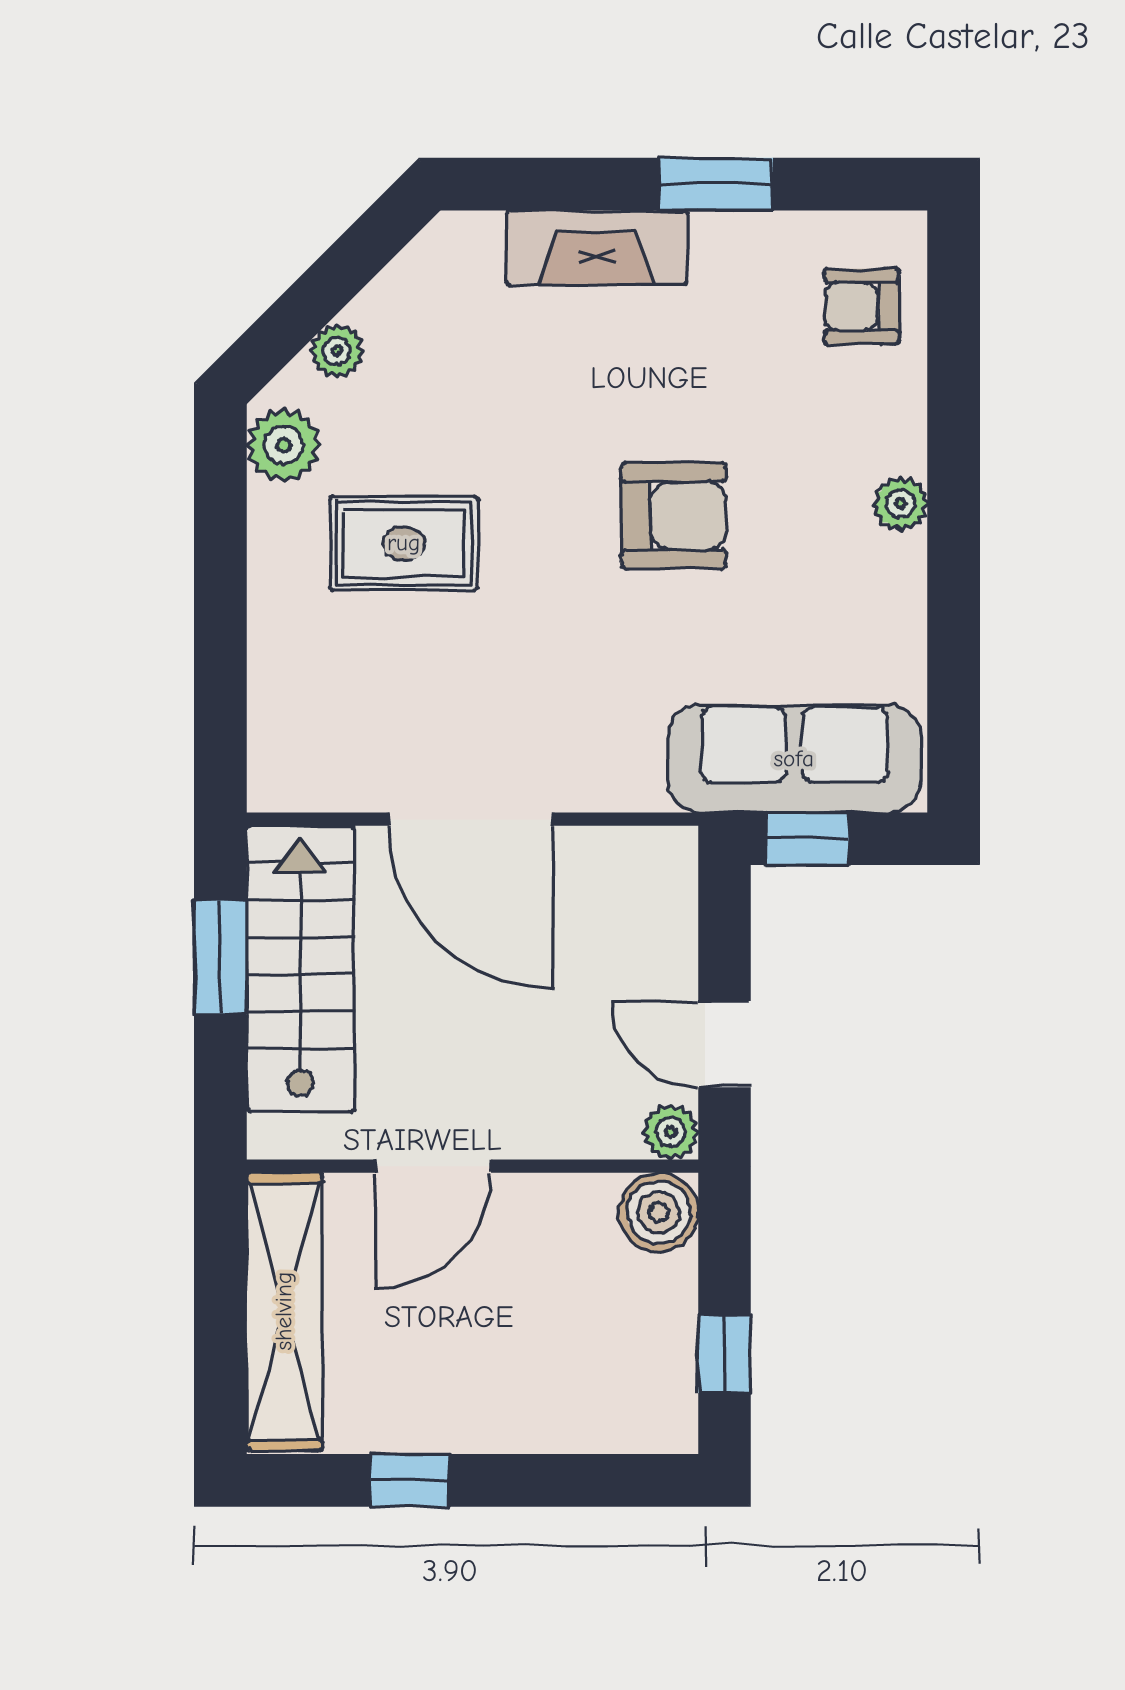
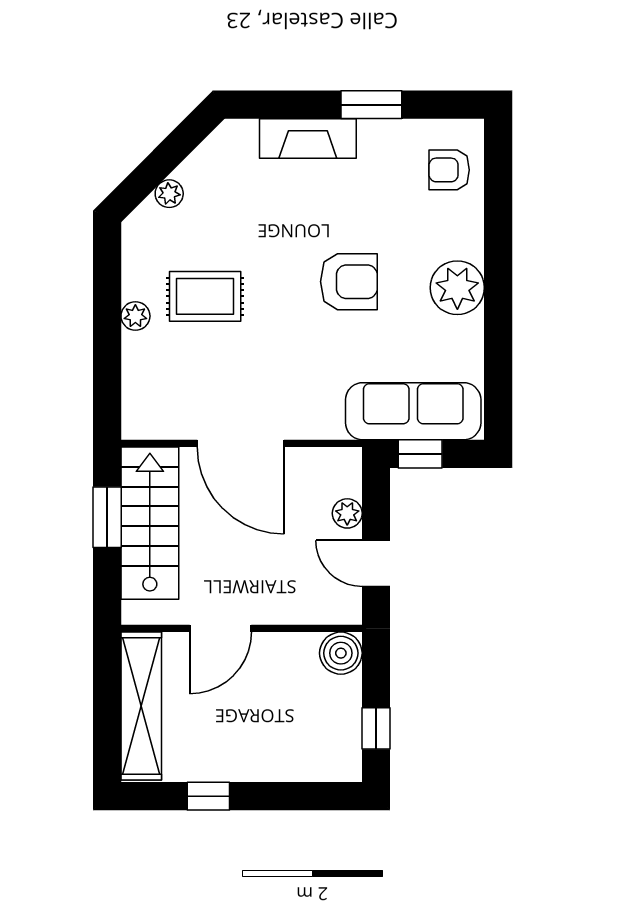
plant: (284, 445) -> (135, 316), moved, width x0.73, depth x0.73
plant: (900, 504) -> (457, 288), width x1.87, depth x1.87
plant: (671, 1132) -> (347, 513), moved

